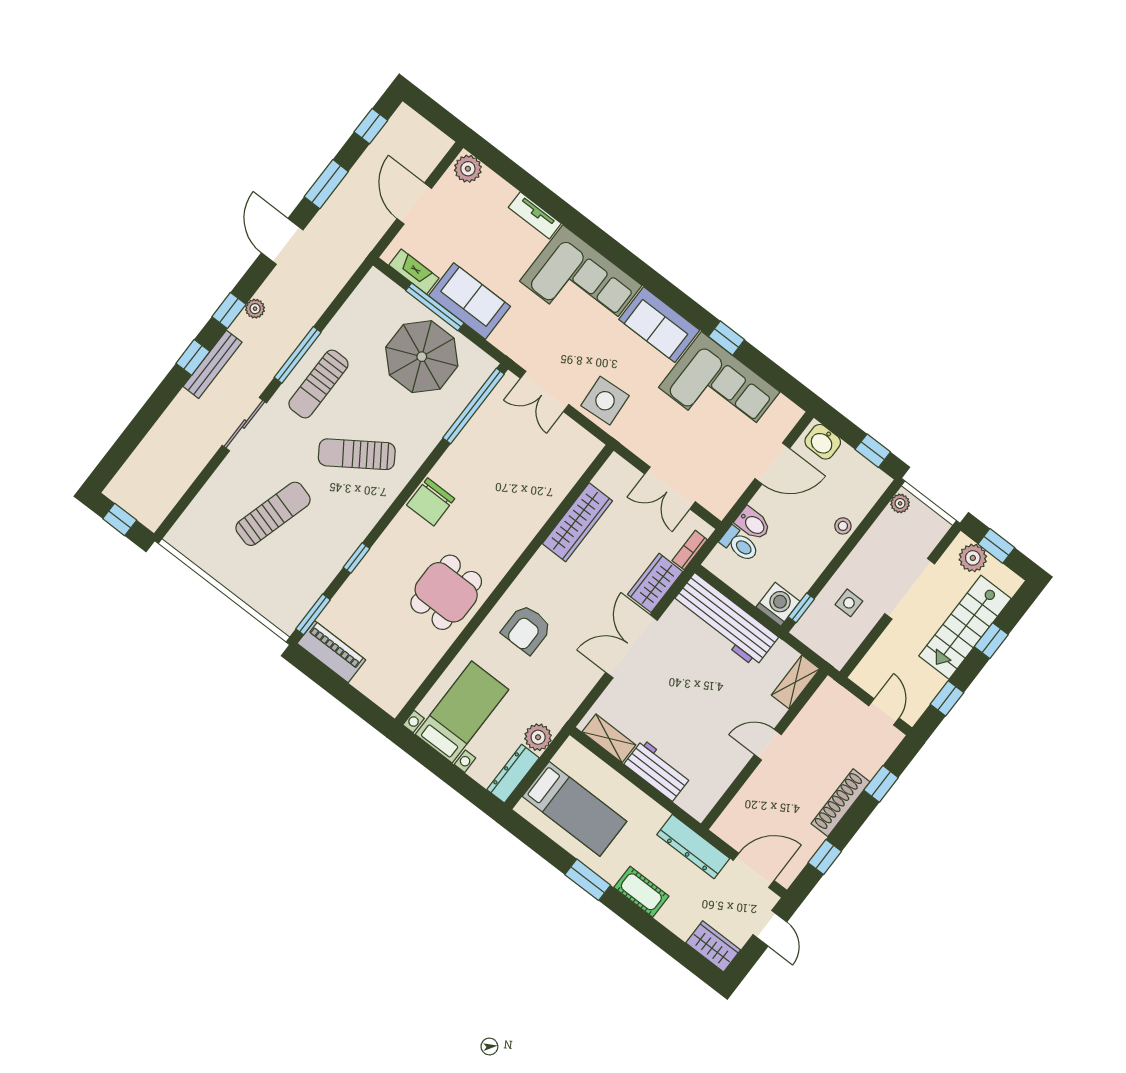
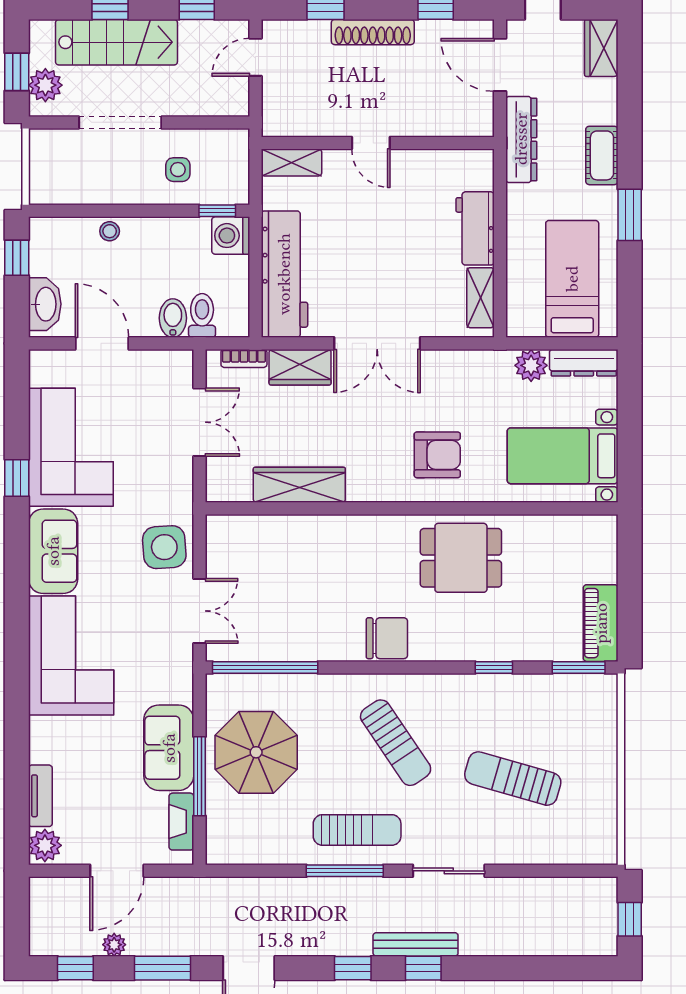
tv unit: (535, 215) -> (40, 796), moved
plant: (255, 309) -> (114, 945), moved
washbasin: (823, 442) -> (45, 304), width x1.38
plant: (900, 503) -> (47, 194), removed

